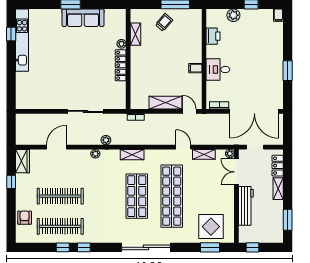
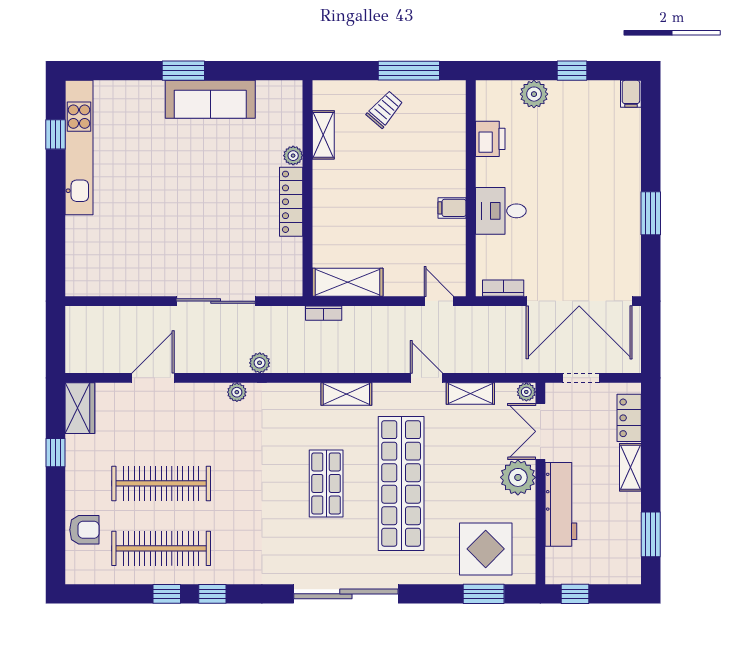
shelving: (165, 103) -> (348, 282), moved
shelving: (132, 155) -> (346, 394), moved
plant: (226, 193) -> (518, 477), added
shop shelf: (137, 196) -> (326, 483), width x0.70, depth x0.74
armchair: (25, 218) -> (84, 530), turned 90

